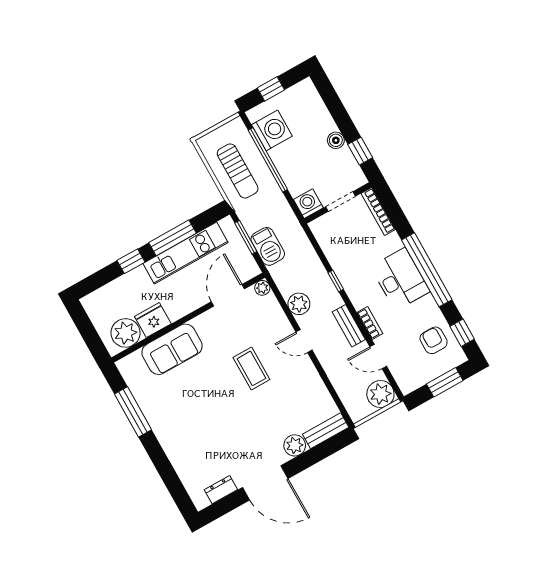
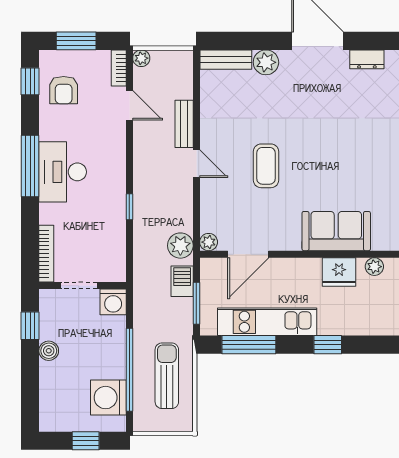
window: (173, 238) -> (249, 345), moved
barbecue: (268, 246) -> (182, 281), width x0.73, depth x0.79
window: (427, 270) -> (30, 166), width x0.68
plant: (299, 304) -> (180, 246), moved
bookcase: (370, 323) -> (119, 68), moved
bench: (349, 326) -> (184, 124), moved
plant: (126, 333) -> (374, 267), width x0.53, depth x0.53
plant: (380, 394) -> (141, 58), width x0.53, depth x0.53

